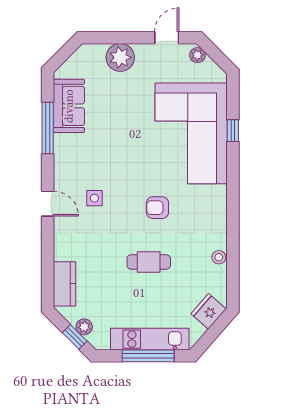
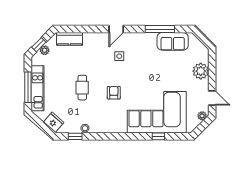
window: (233, 274) -> (75, 136), added

